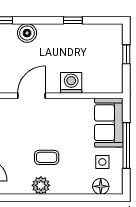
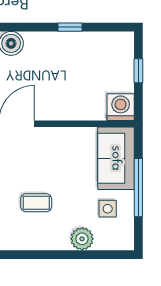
washing machine: (71, 83) -> (121, 107), moved
plant: (41, 185) -> (82, 239), moved
floor lamp: (101, 186) -> (106, 240), removed

